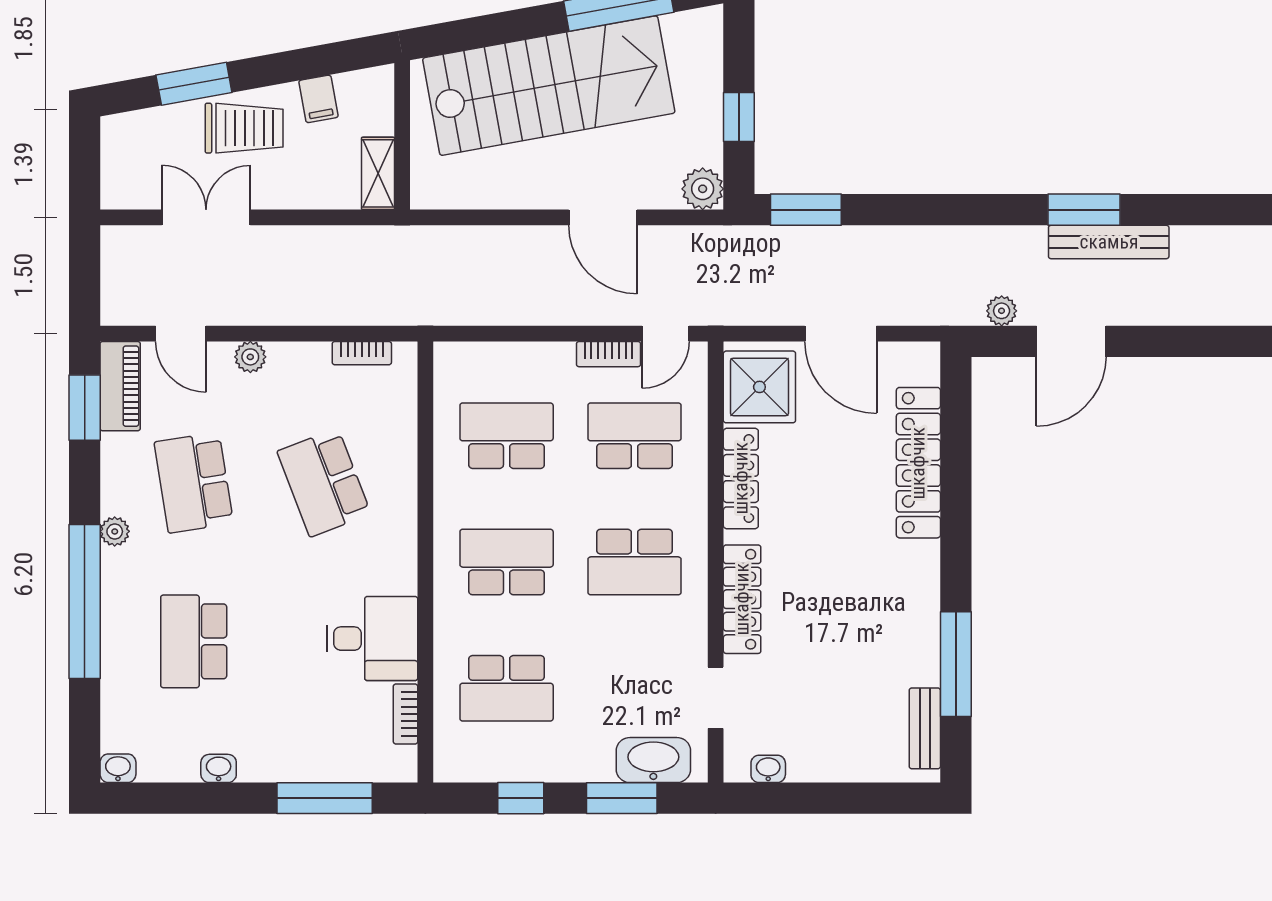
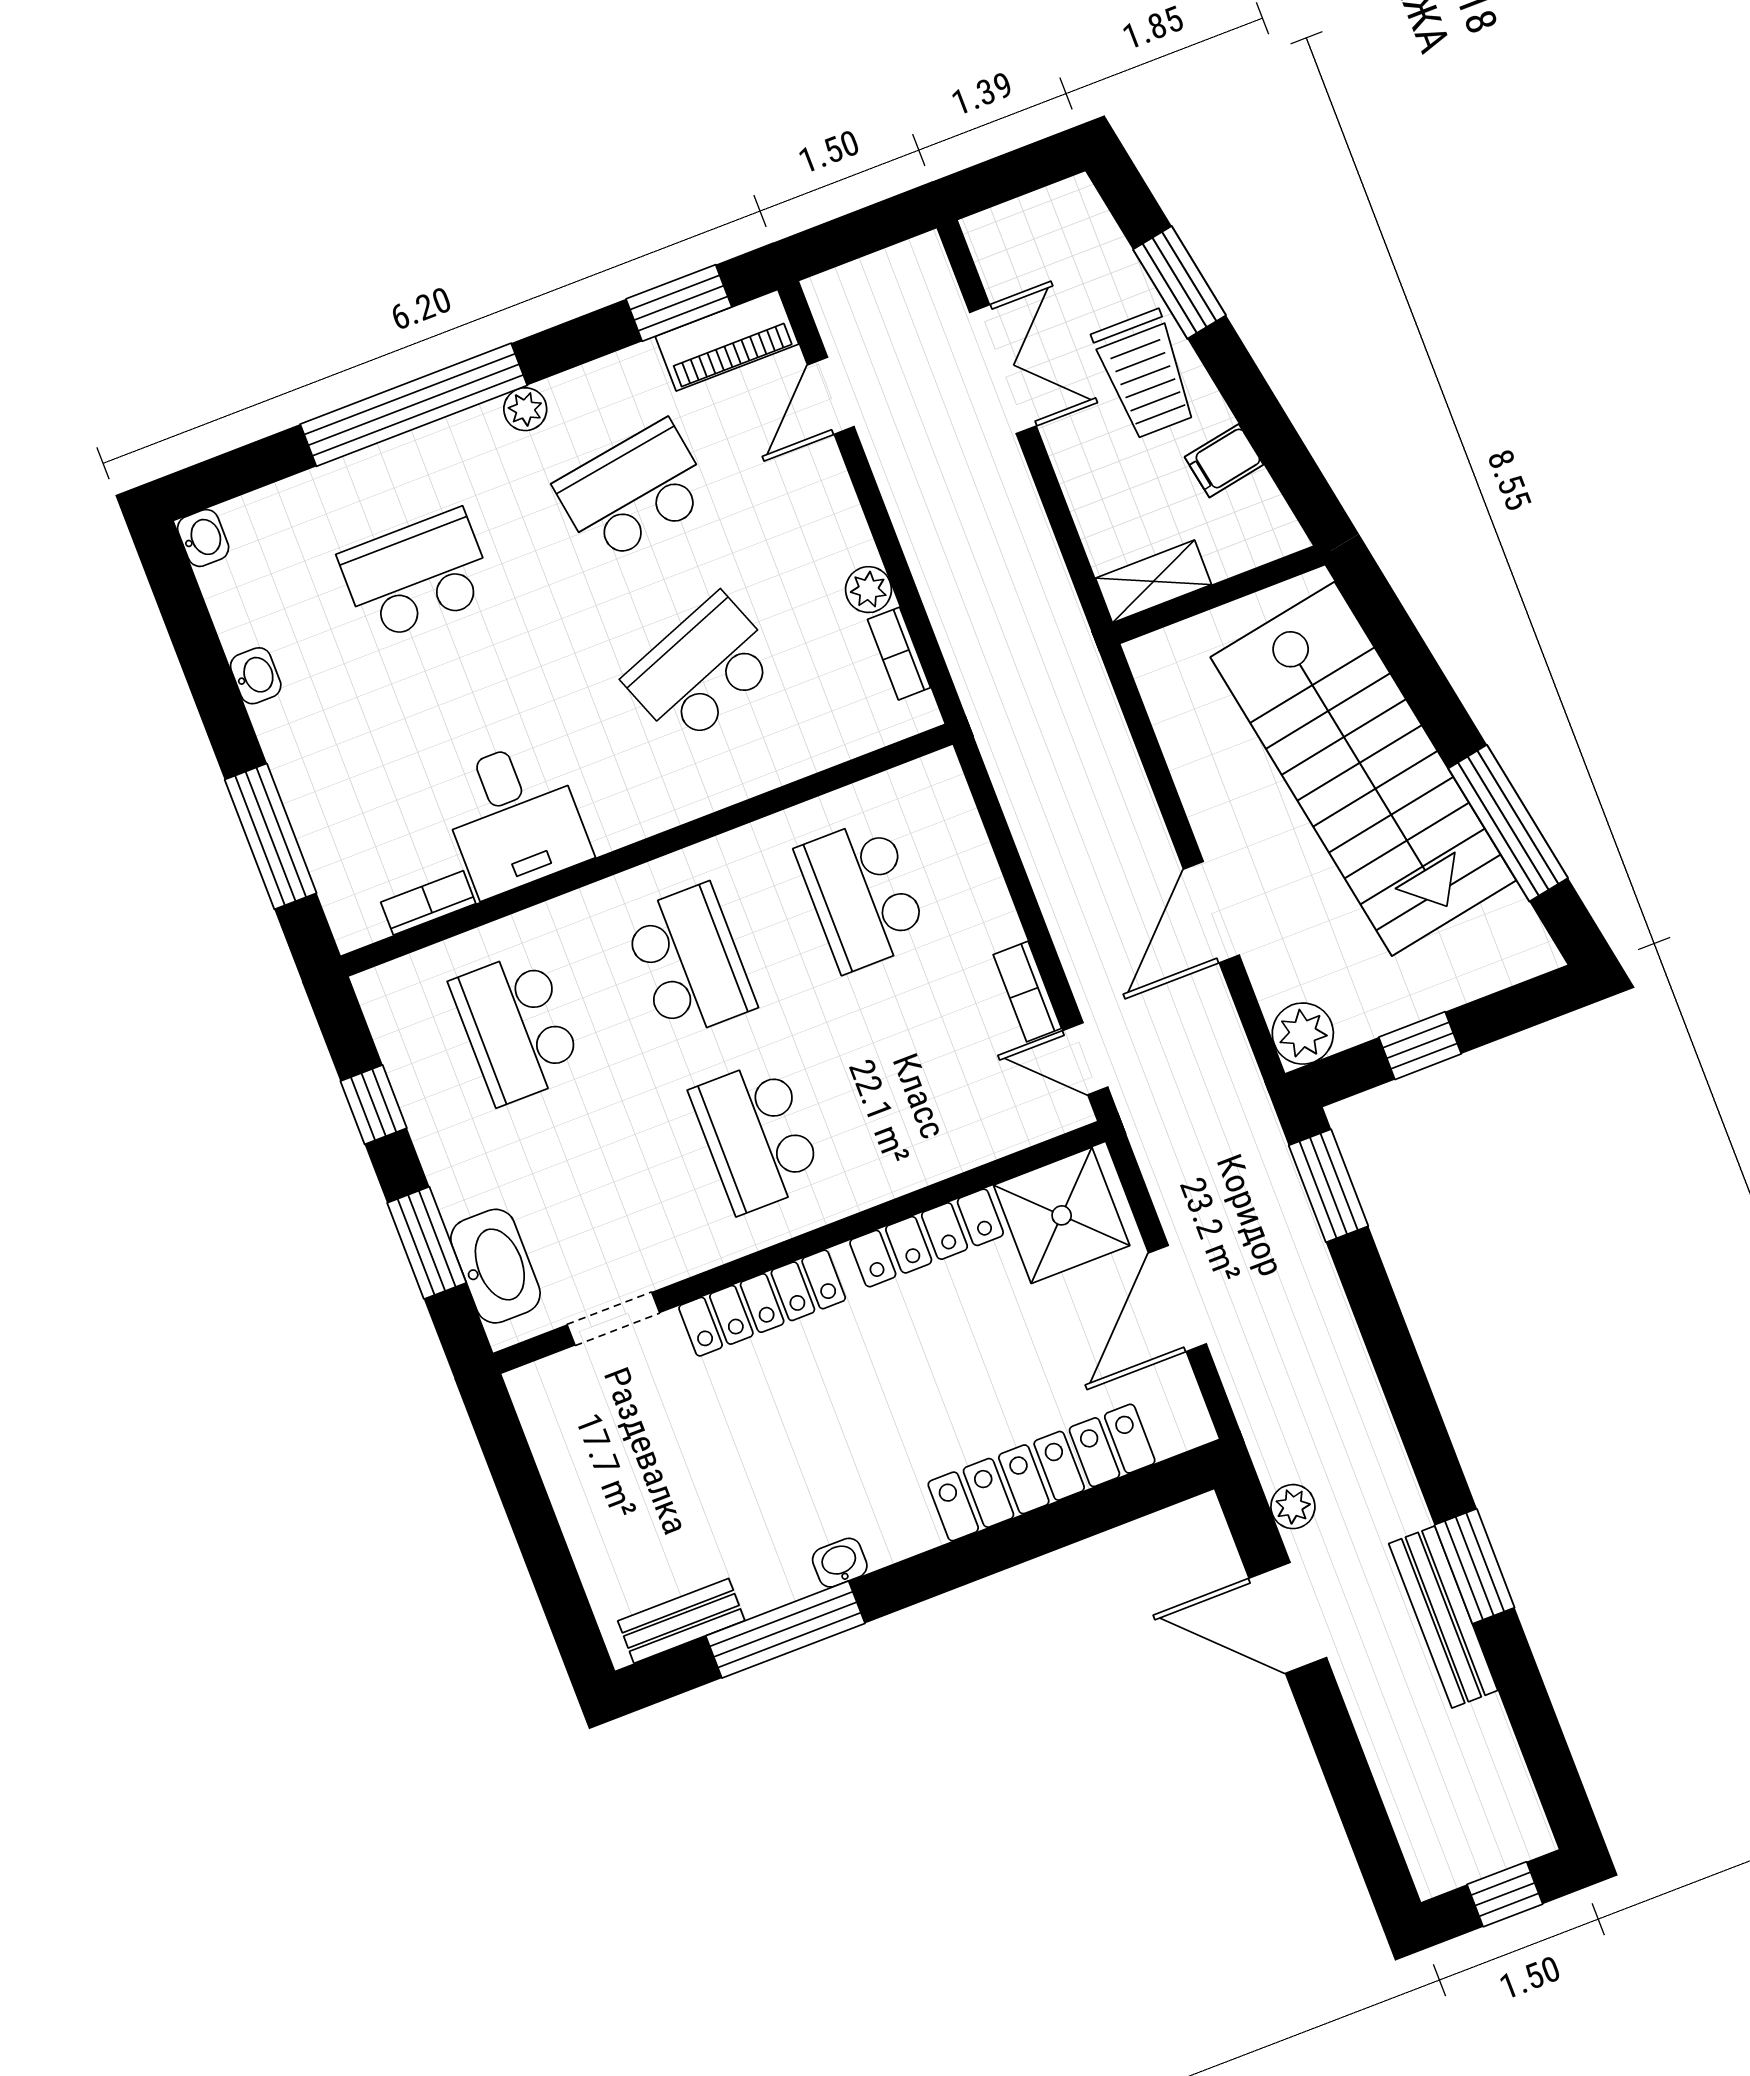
plant: (250, 357) -> (869, 590), moved
school desk: (507, 436) -> (862, 895), turned 180
school desk: (635, 436) -> (929, 1070), removed
washbasin: (768, 769) -> (840, 1563), moved, turned -90

